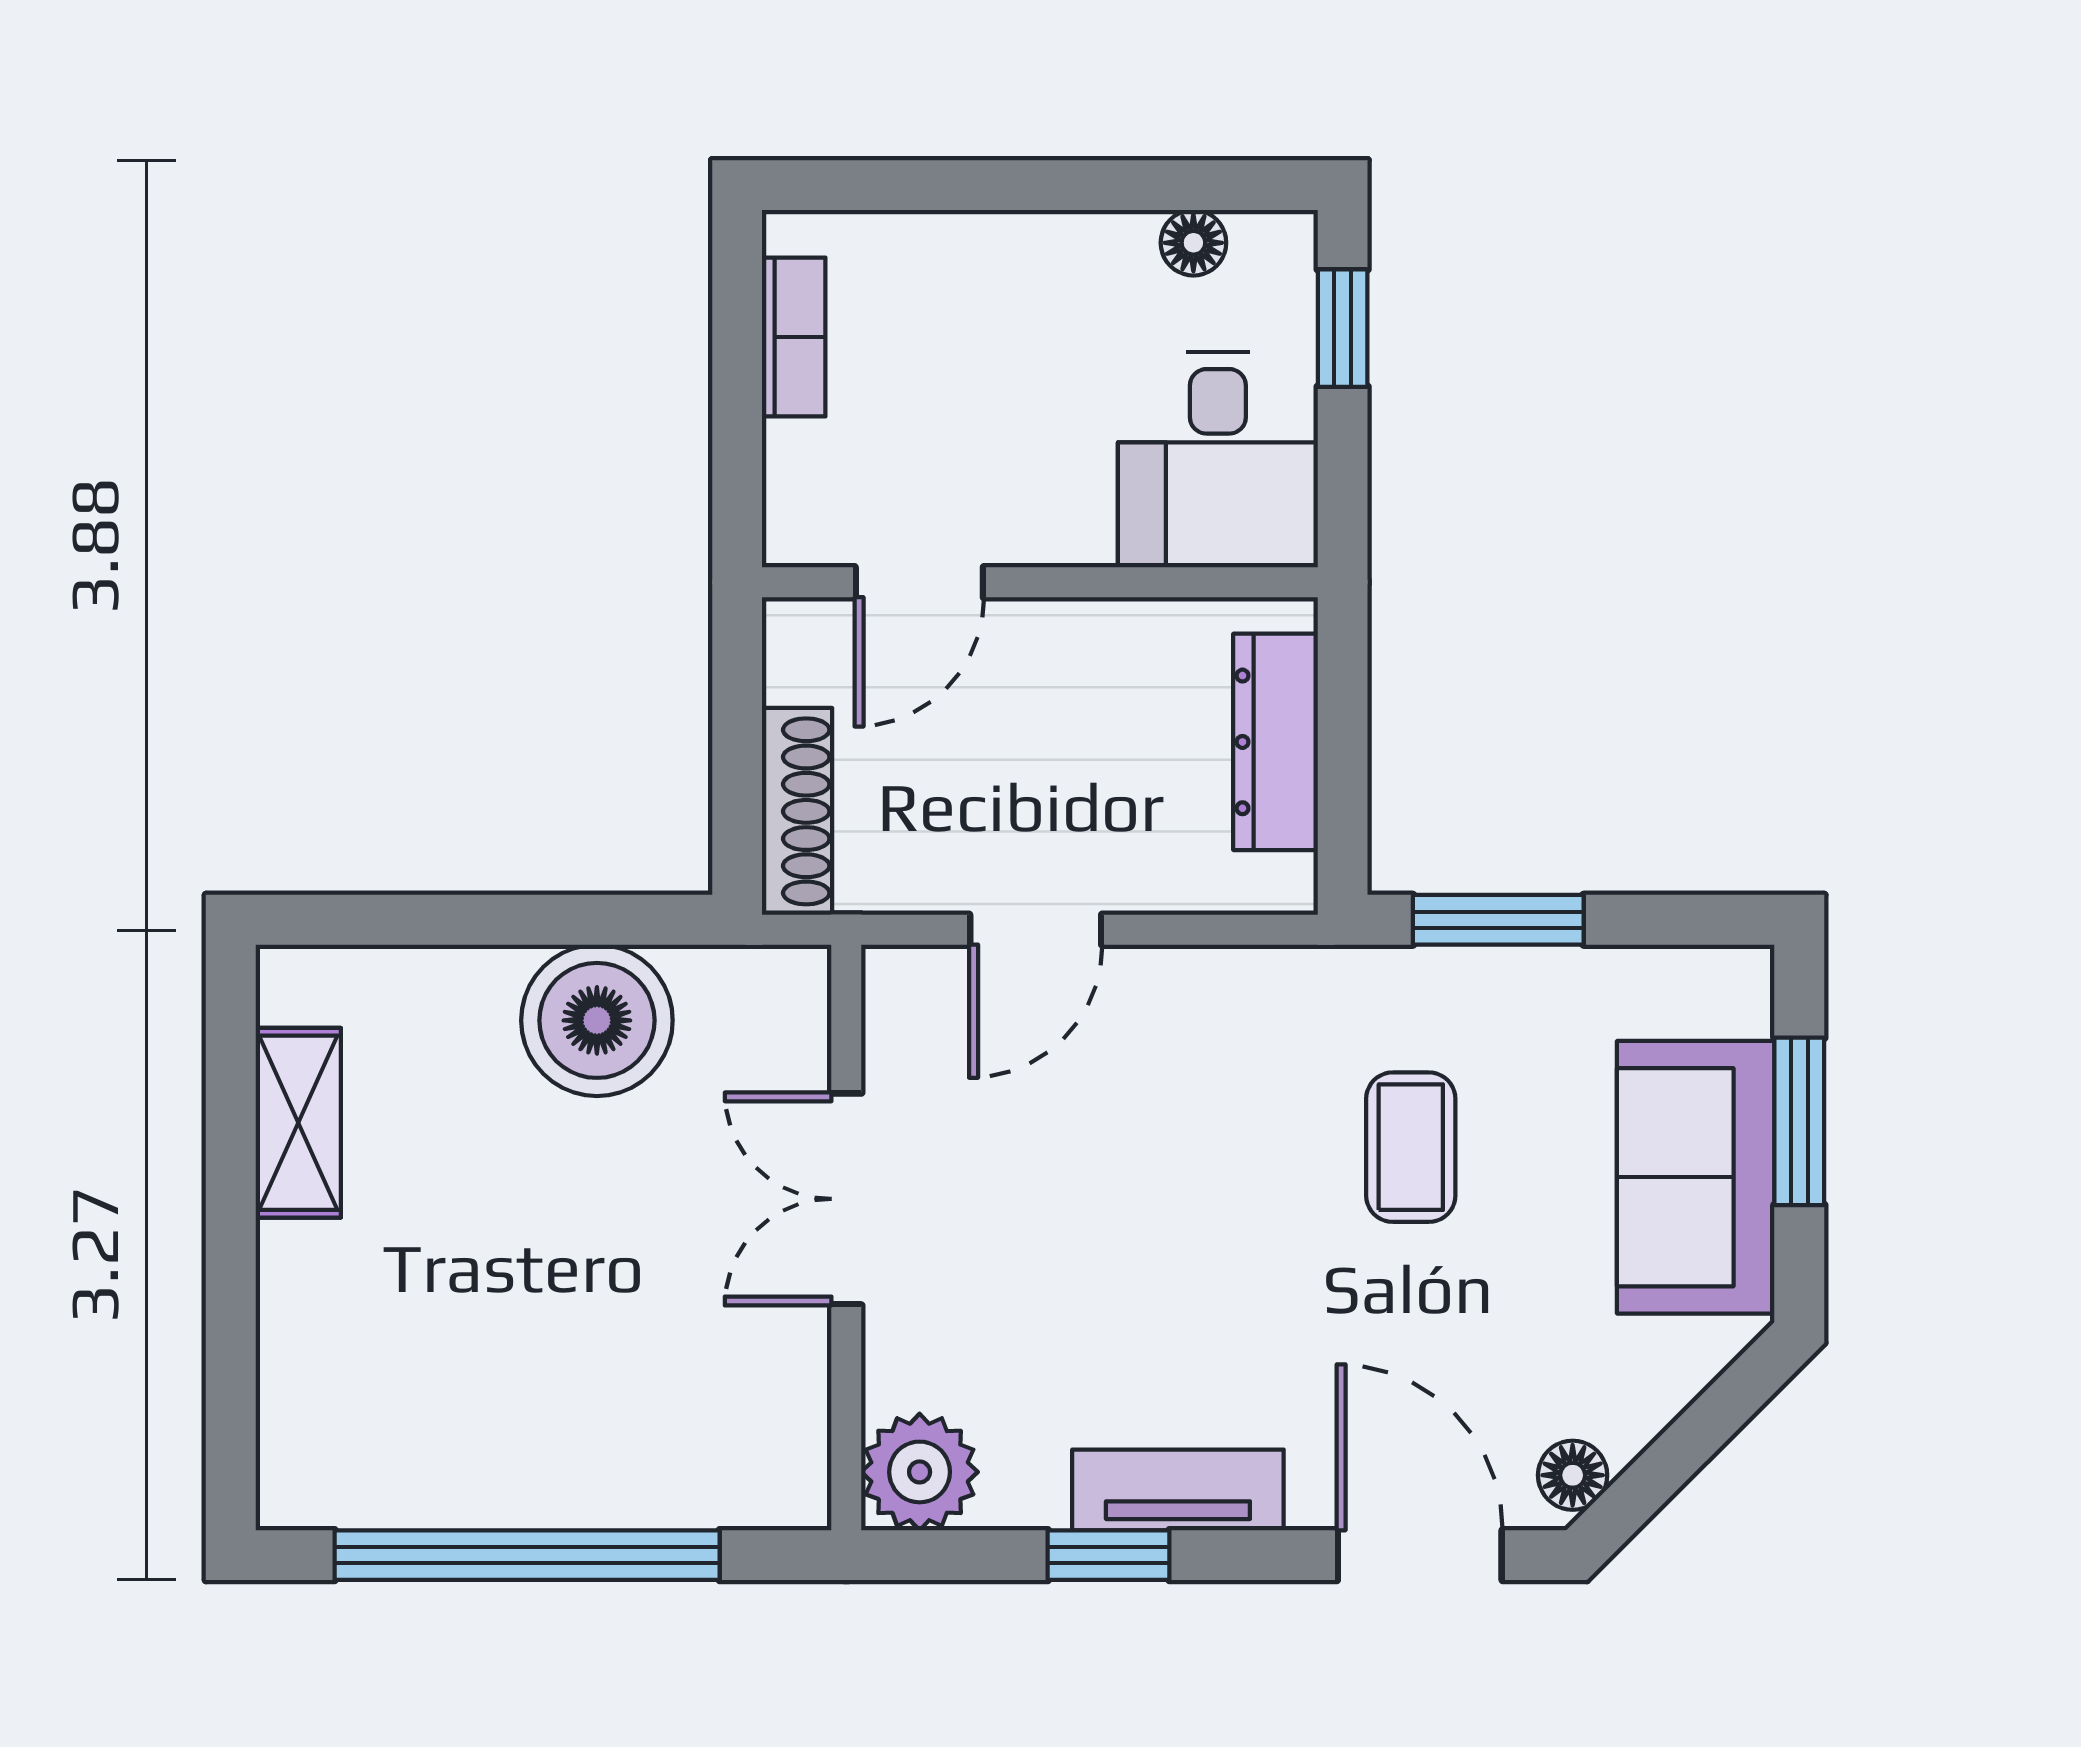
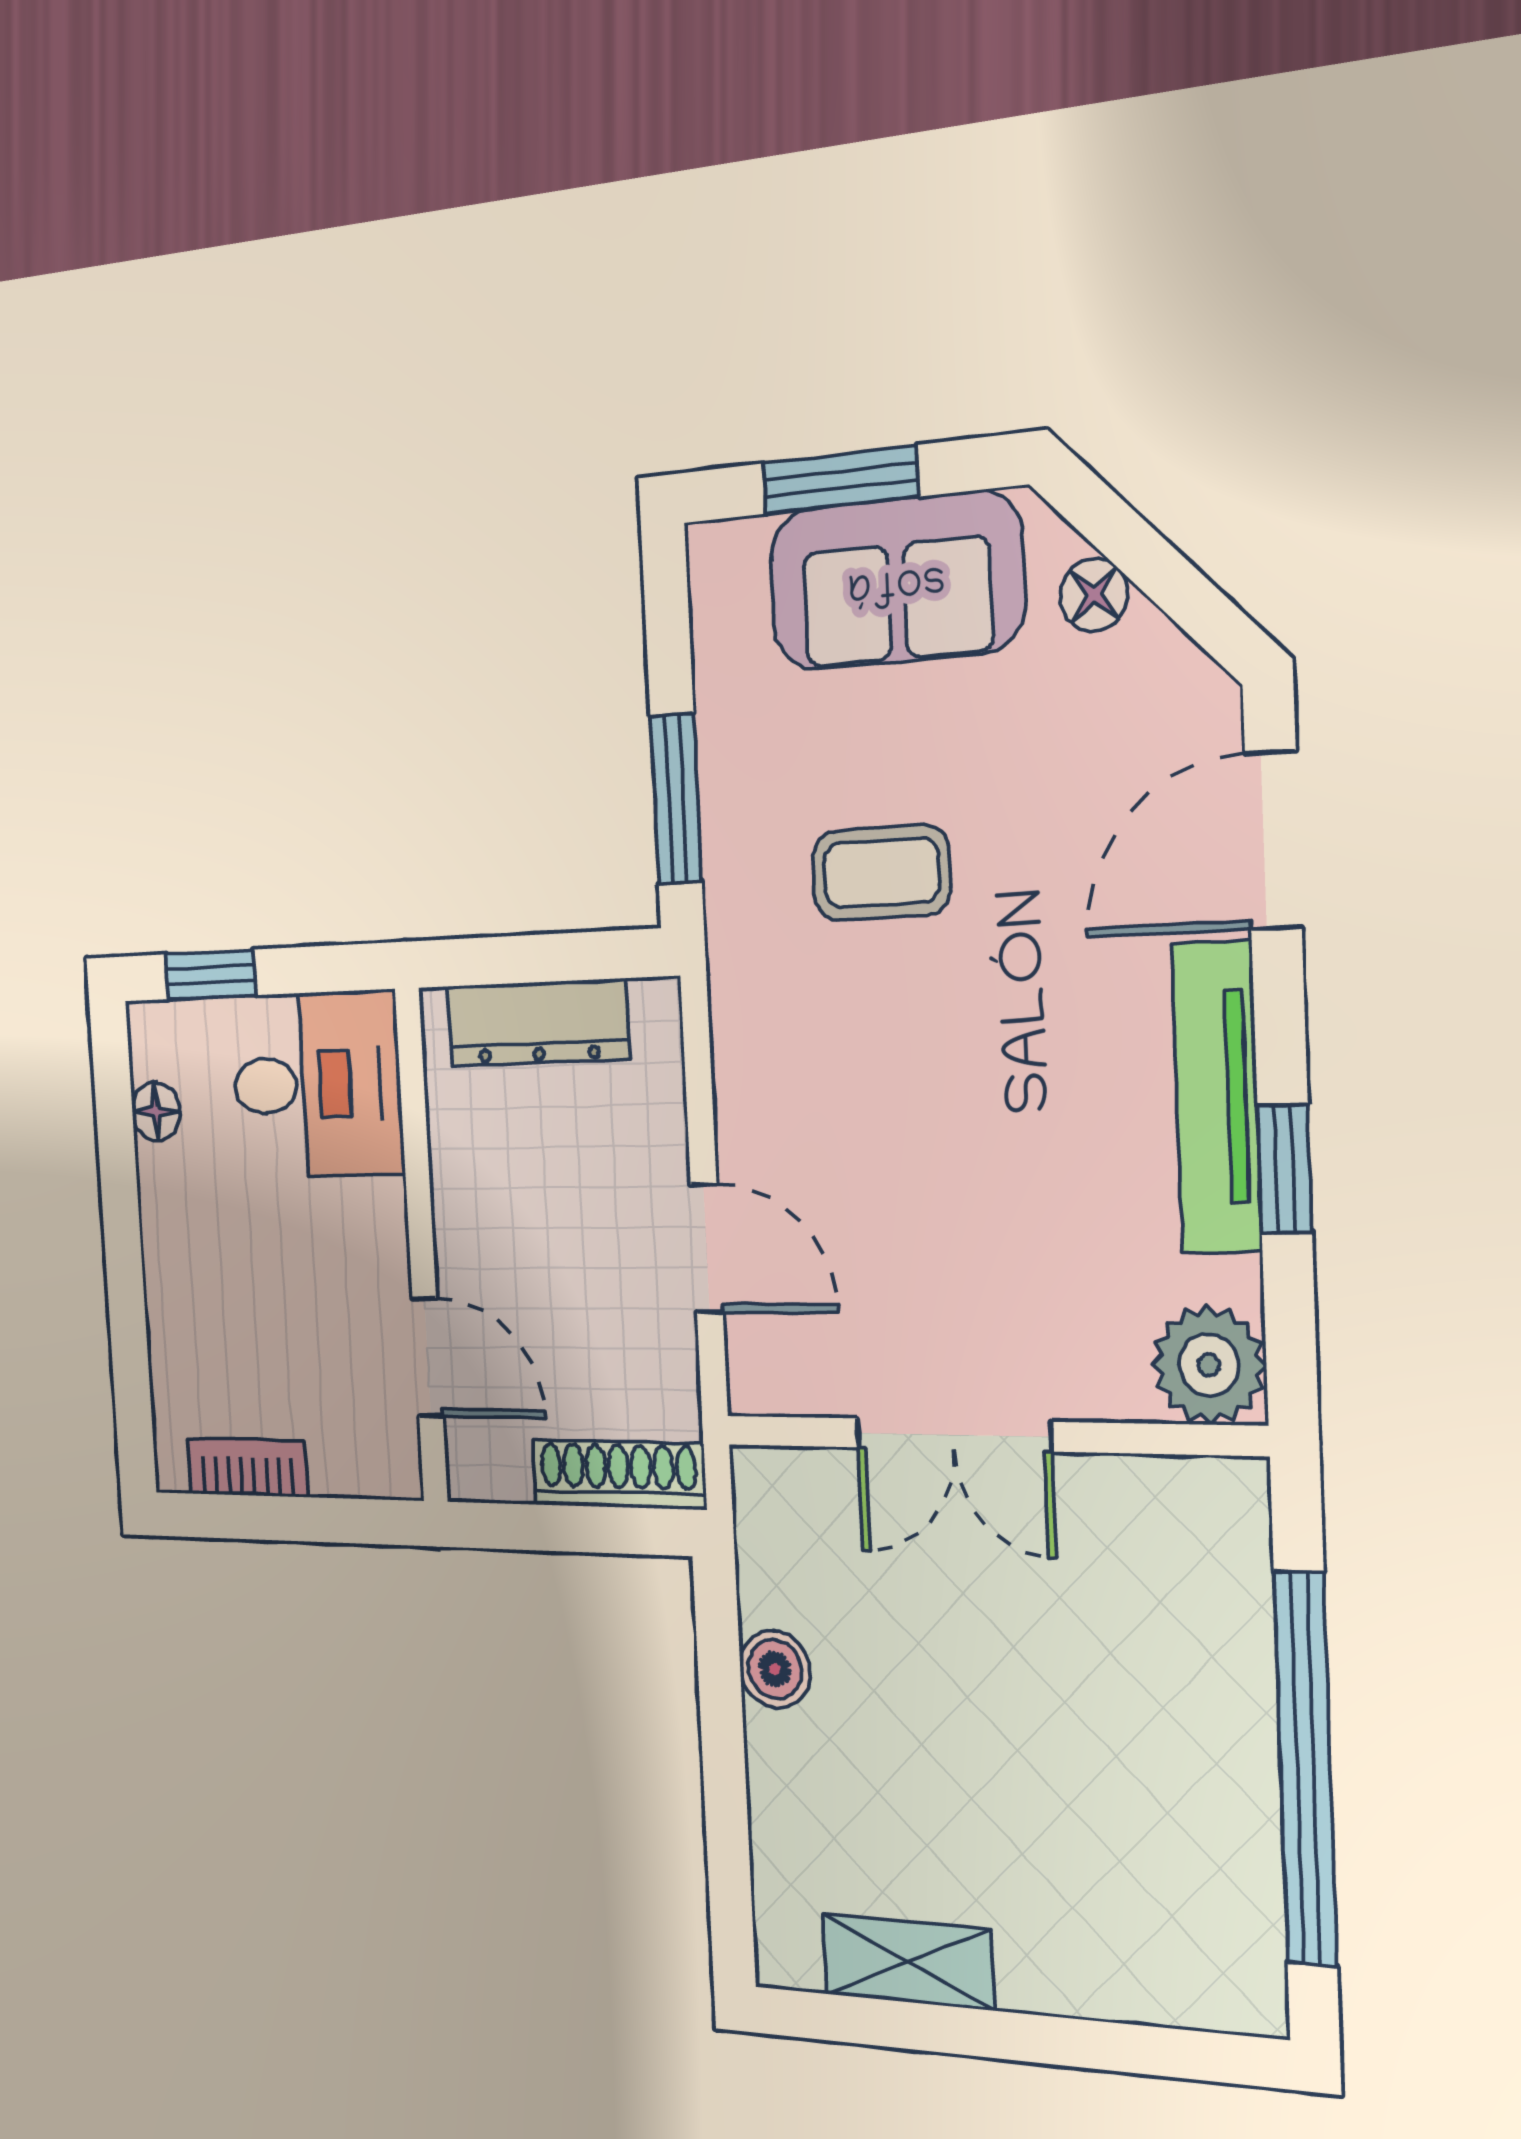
boiler: (597, 1020) -> (775, 1669), width x0.54, depth x0.54
floor lamp: (1573, 1475) -> (1094, 595), moved
tv unit: (1178, 1490) -> (1217, 1098), width x1.41

